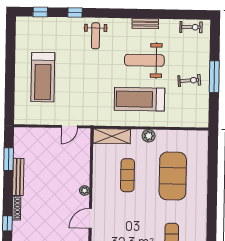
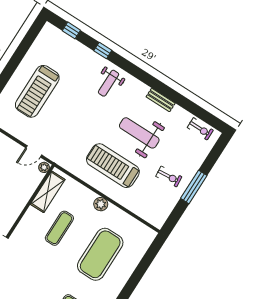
shelving: (112, 136) -> (48, 192), moved, turned 90
plant: (85, 191) -> (44, 167), moved

